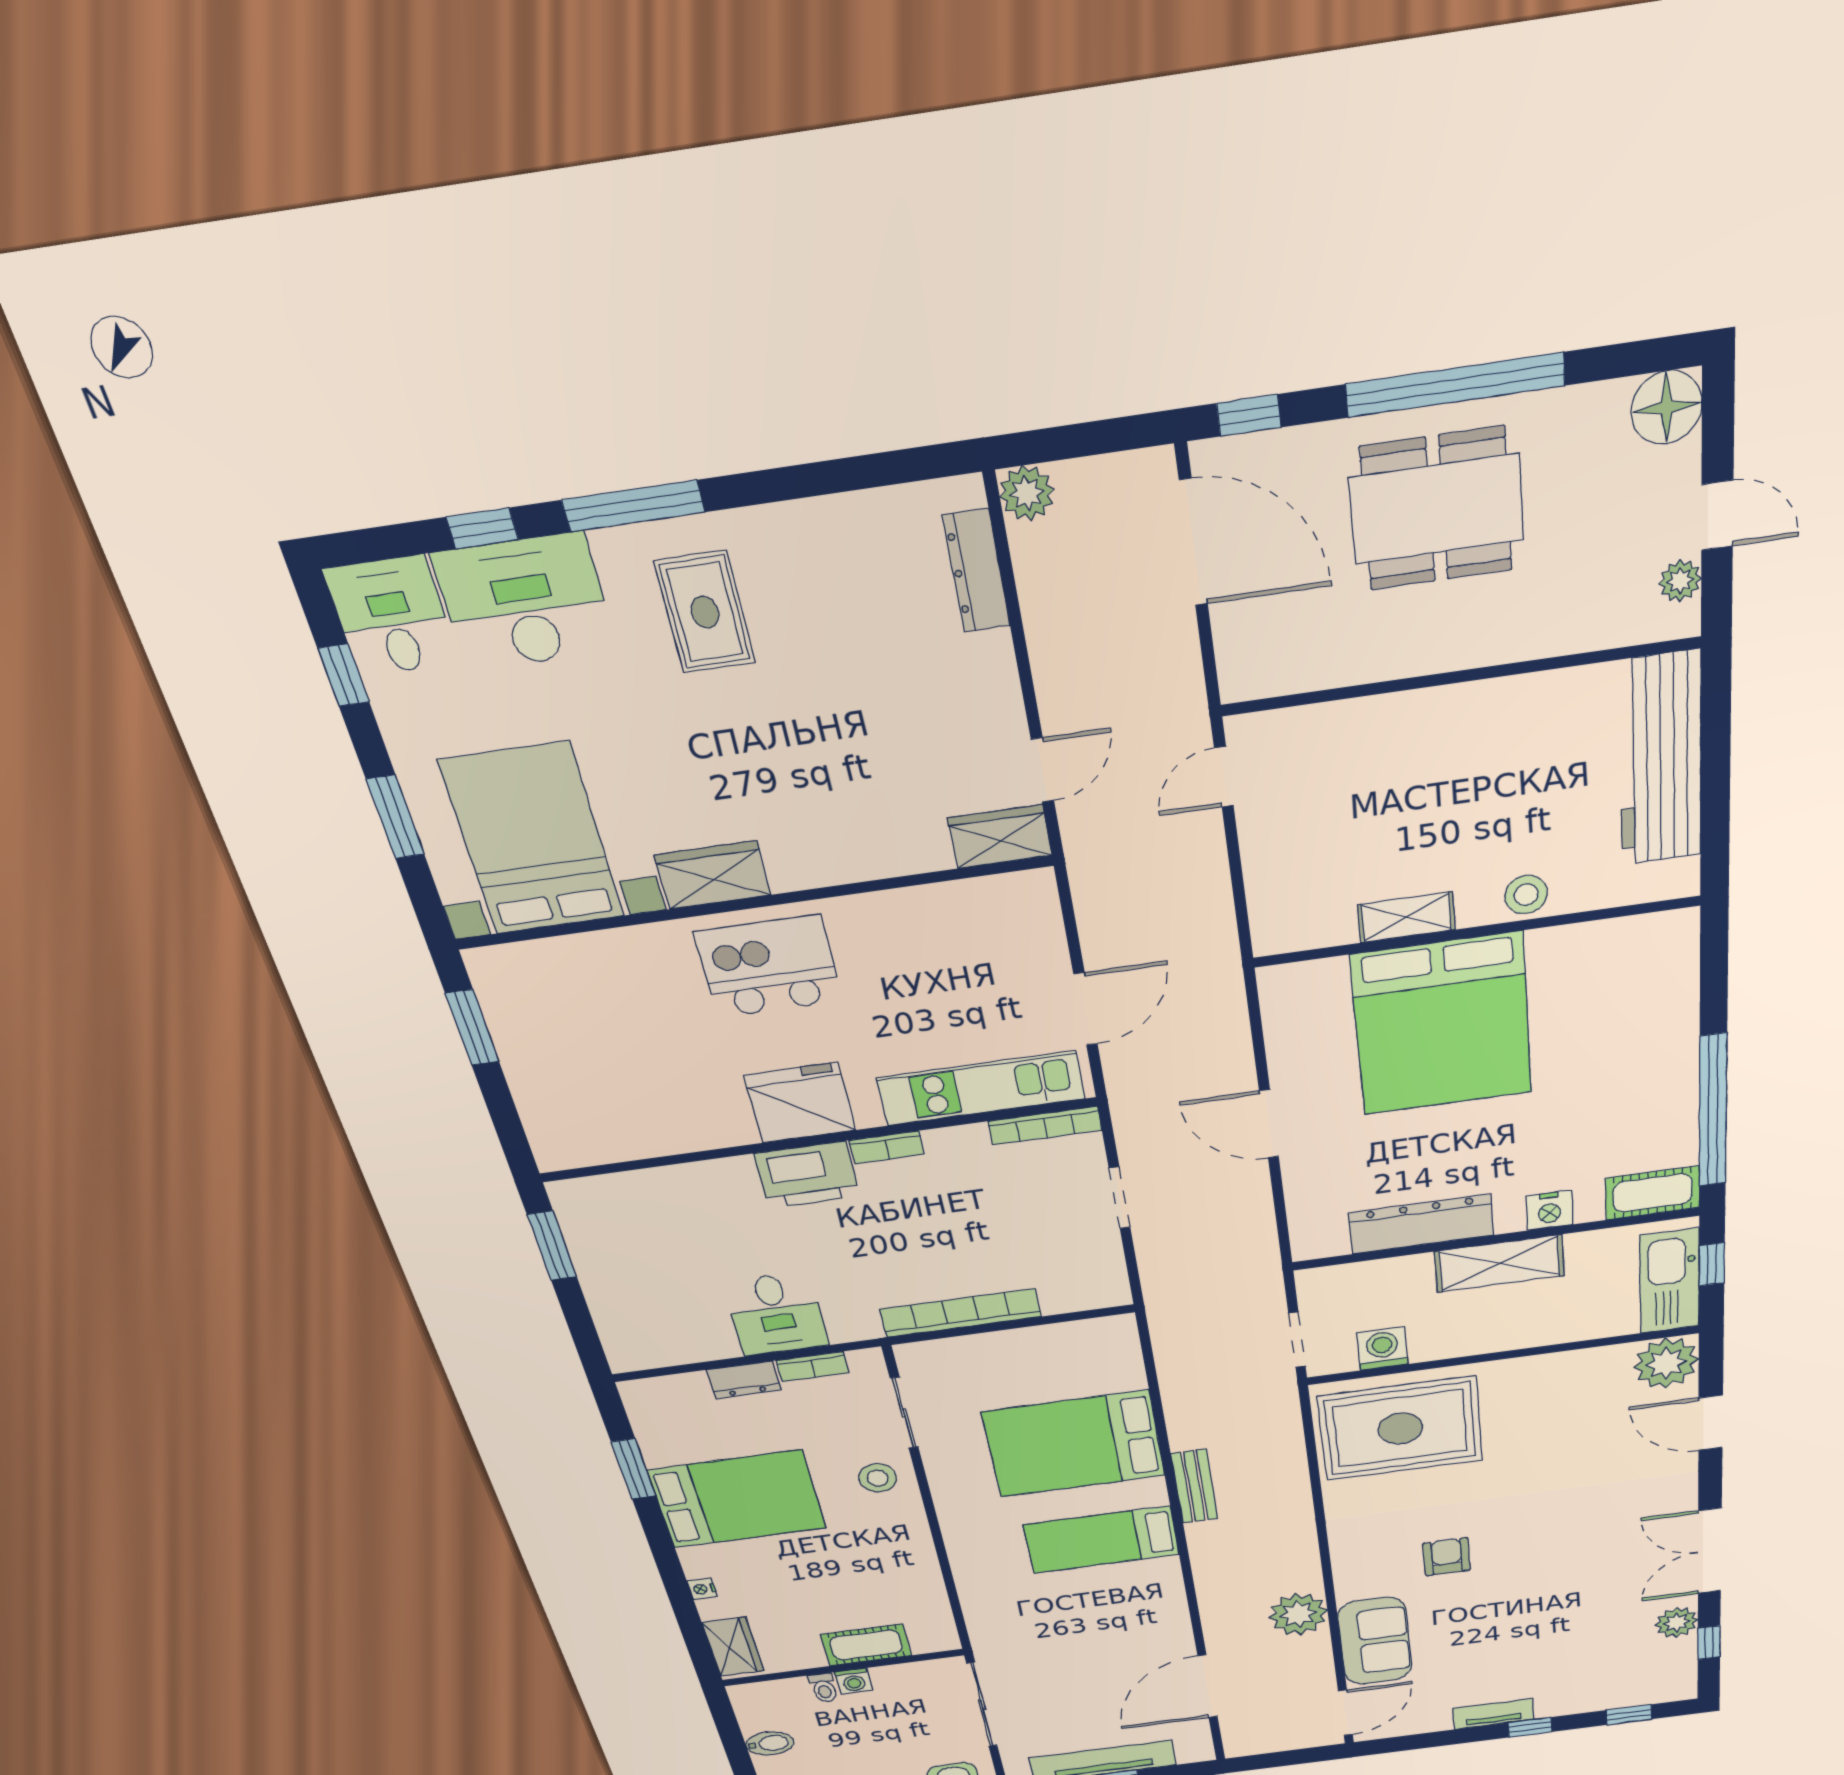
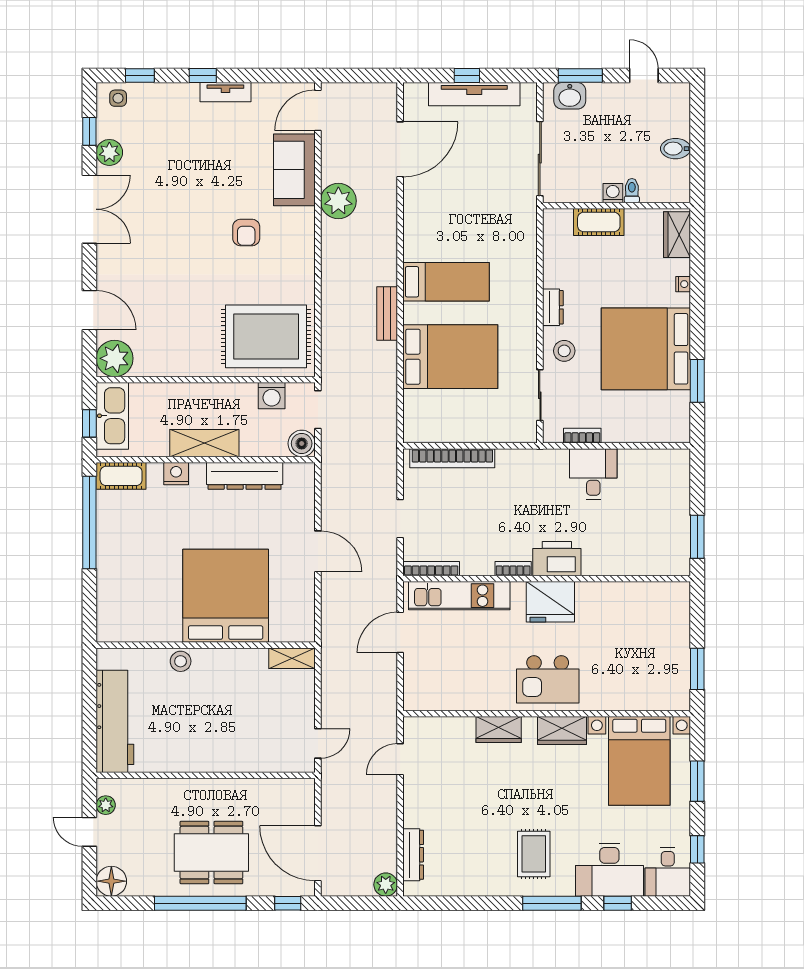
wardrobe: (1000, 837) -> (499, 729), moved
shelving: (1406, 917) -> (292, 658), moved
boiler: (1320, 1287) -> (302, 443), added
bookcase: (961, 1313) -> (452, 458), moved
dresser: (744, 1380) -> (553, 307), moved, turned 90
bed: (737, 1499) -> (646, 349), width x1.36
side table: (1663, 1686) -> (118, 98), added

